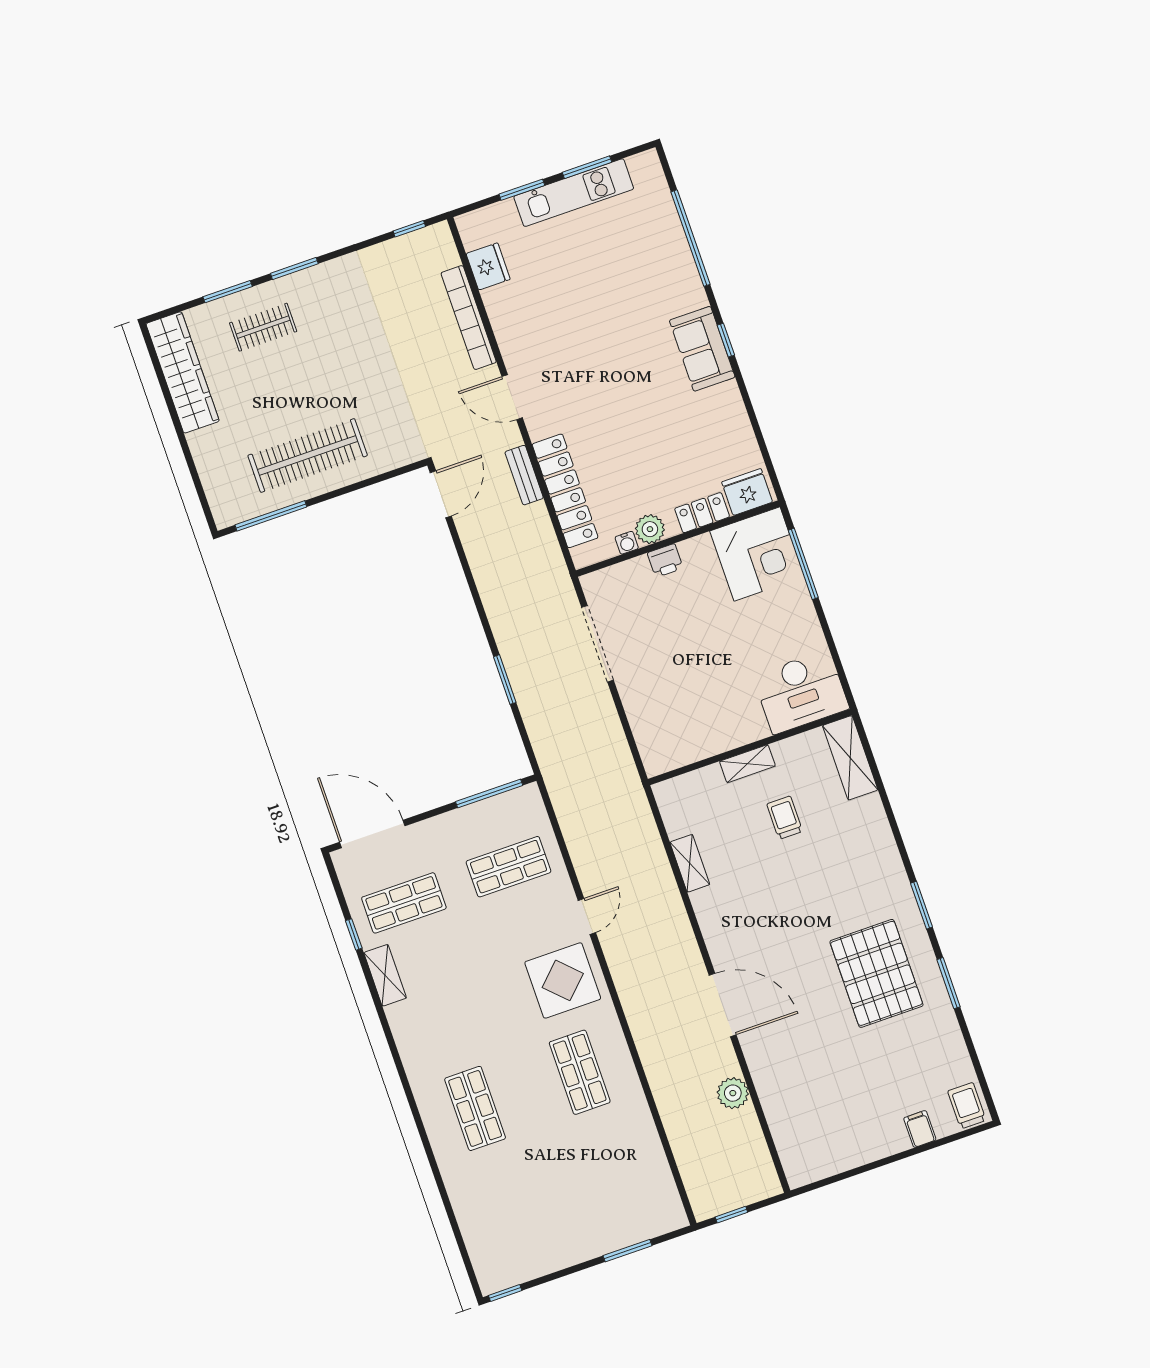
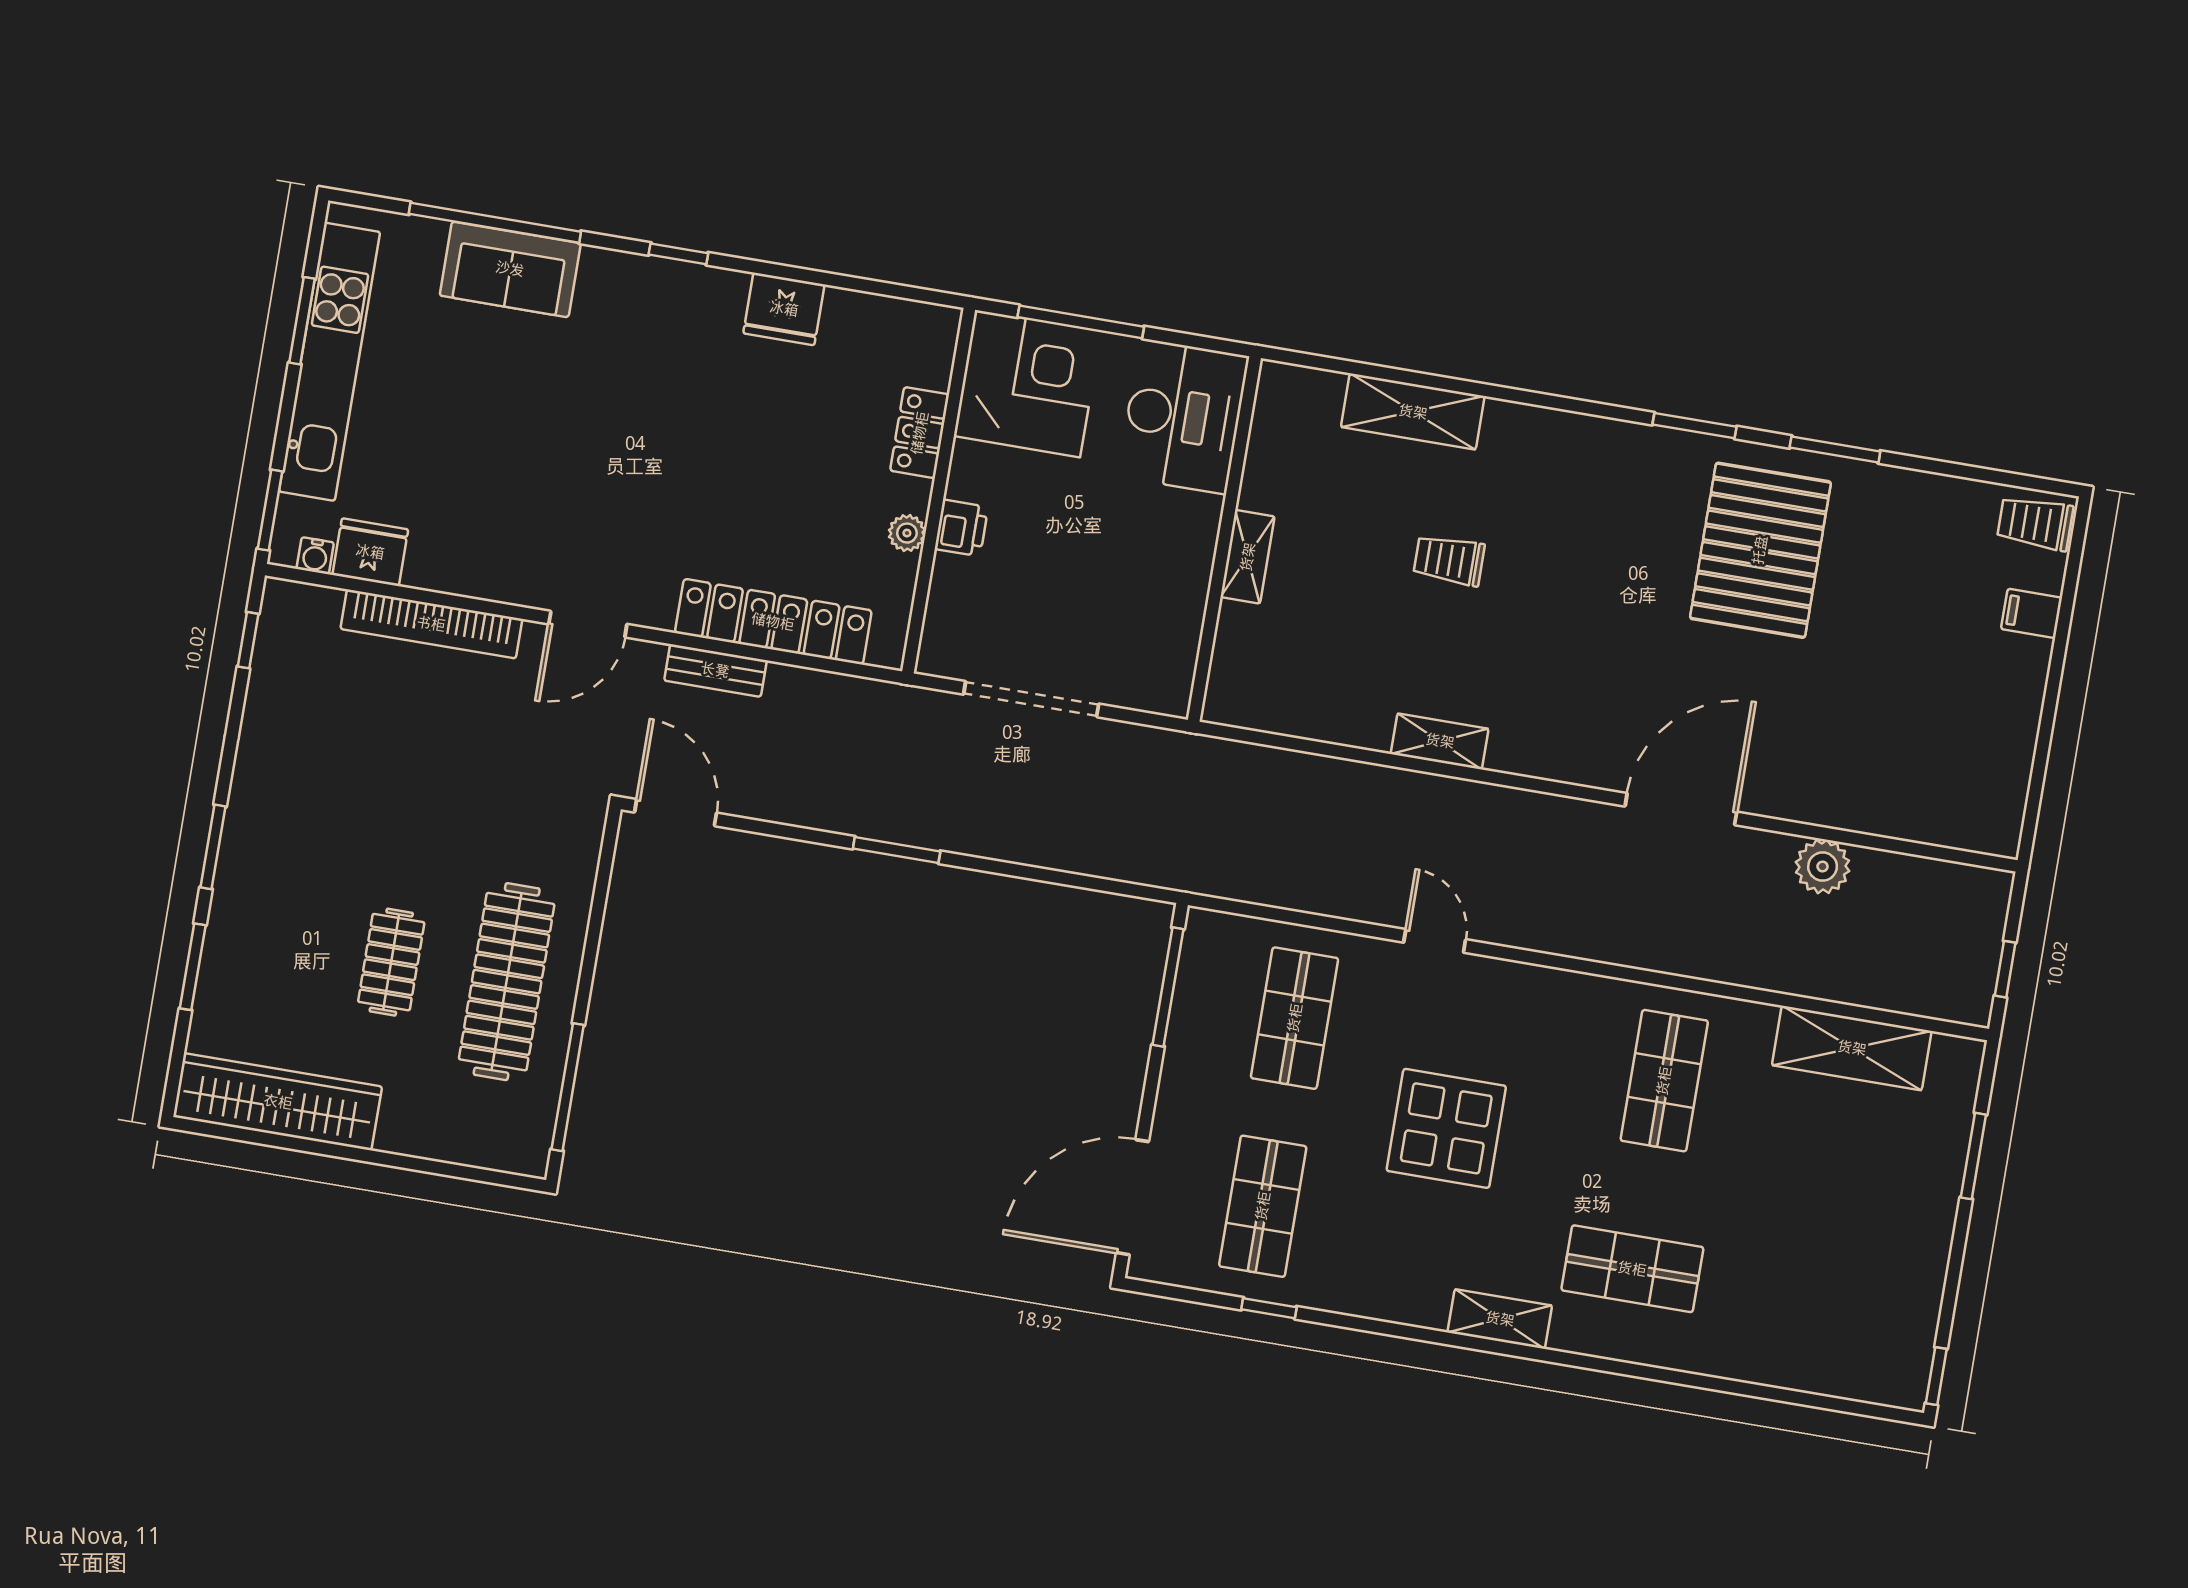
window: (522, 190) -> (270, 510), moved
kitchen unit: (574, 193) -> (330, 362), width x1.36
clothes rail: (263, 327) -> (391, 962), moved
sofa: (702, 349) -> (510, 269), moved
fridge: (747, 492) -> (784, 309), moved, turned -90
plant: (650, 529) -> (907, 533), width x0.73, depth x0.73
water cooler: (627, 543) -> (315, 556), moved, turned 90
window: (505, 680) -> (897, 850), moved
desk: (801, 692) -> (1183, 416), moved
wall: (750, 747) -> (1224, 539), moved
shelving: (747, 764) -> (1248, 557), moved
pallet: (876, 973) -> (1760, 550), turned 90
shelving: (385, 975) -> (1500, 1319), moved
display table: (563, 980) -> (1446, 1128), moved
shop shelf: (580, 1072) -> (1664, 1081), turned 90
shelving: (649, 1159) -> (1852, 1048), added

